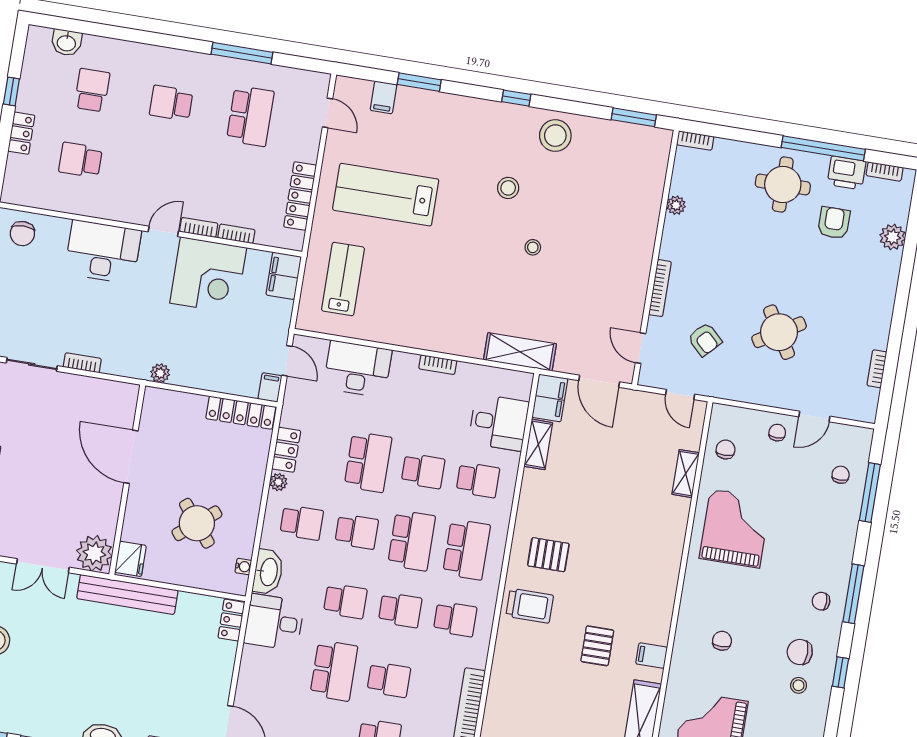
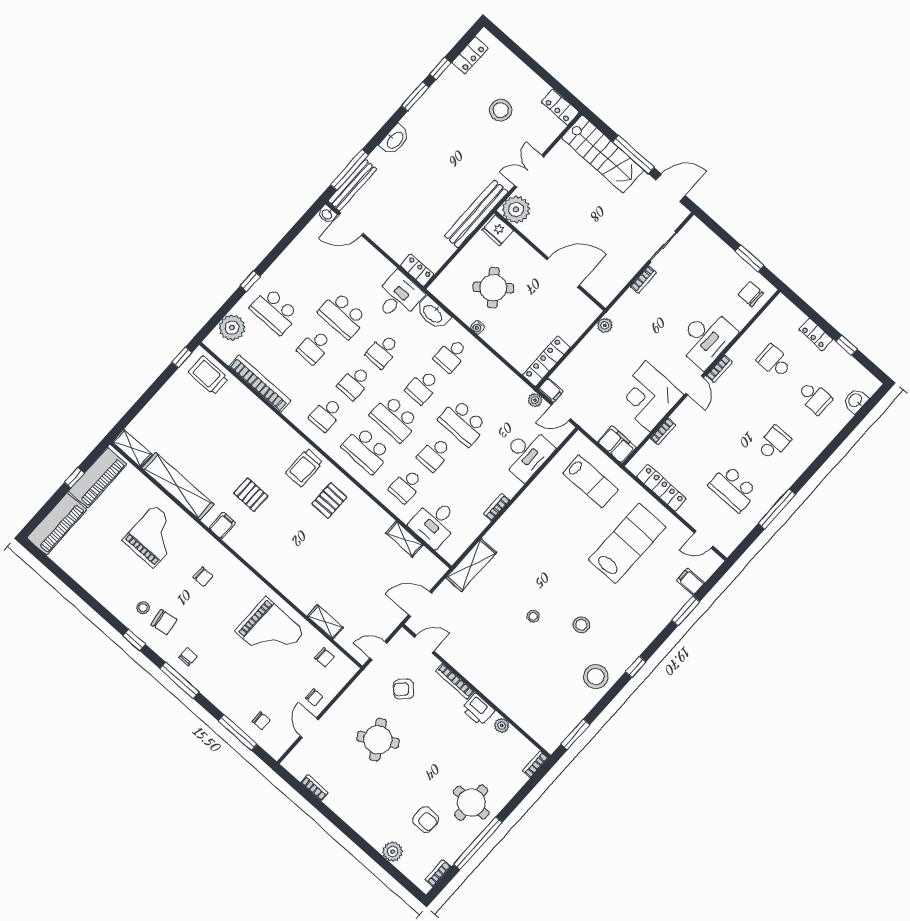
school desk: (81, 160) -> (774, 362), turned -90
printer: (847, 173) -> (478, 710), moved, turned -90
bookcase: (199, 227) -> (719, 369), moved
filing cabinet: (550, 398) -> (429, 566), removed
locker: (286, 450) -> (504, 375), removed
plant: (278, 482) -> (535, 400), moved
water cooler: (243, 567) -> (477, 327), moved
chair: (800, 652) -> (164, 622), turned 81

